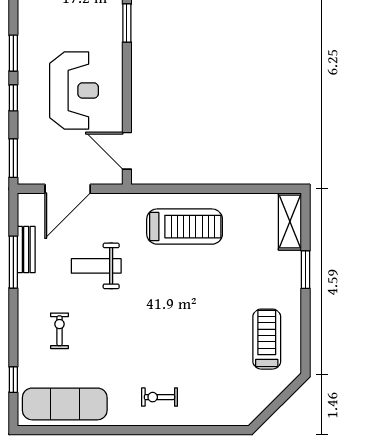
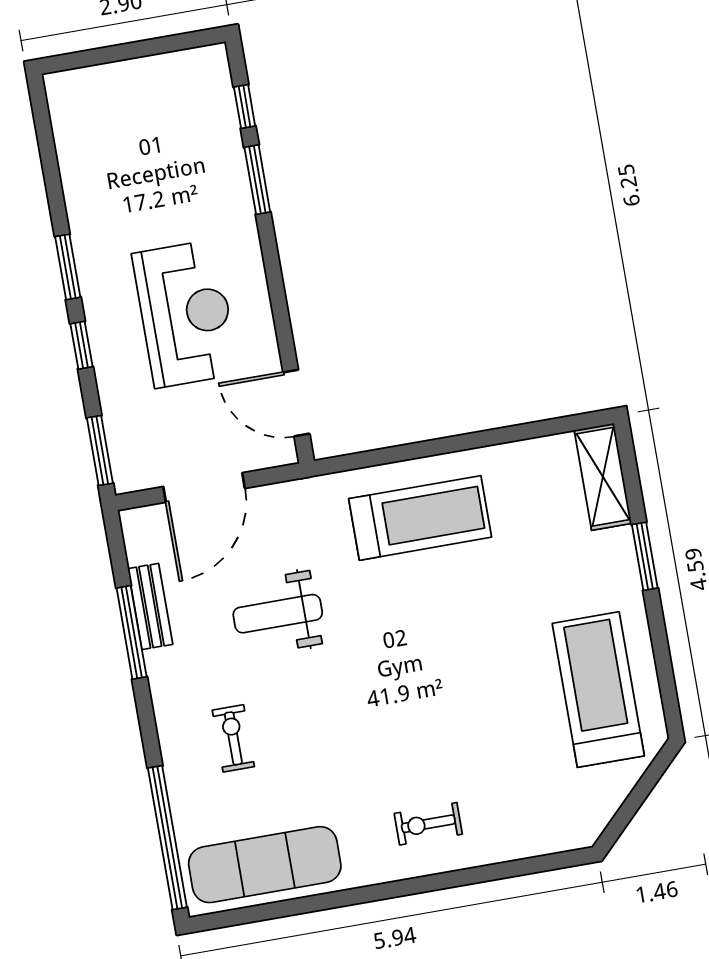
treadmill: (267, 339) -> (598, 690), width x1.37, depth x1.38
window: (13, 380) -> (167, 838), width x3.17

